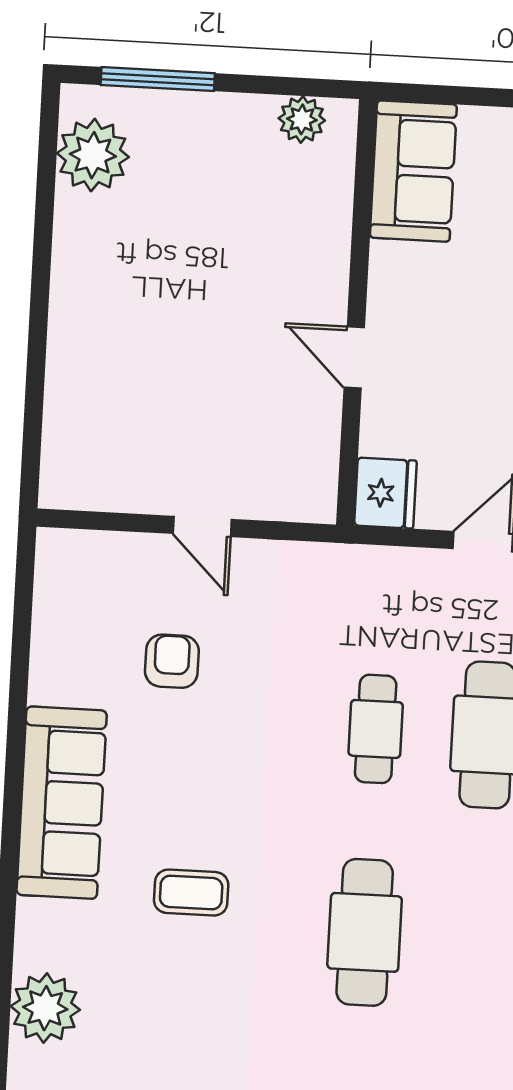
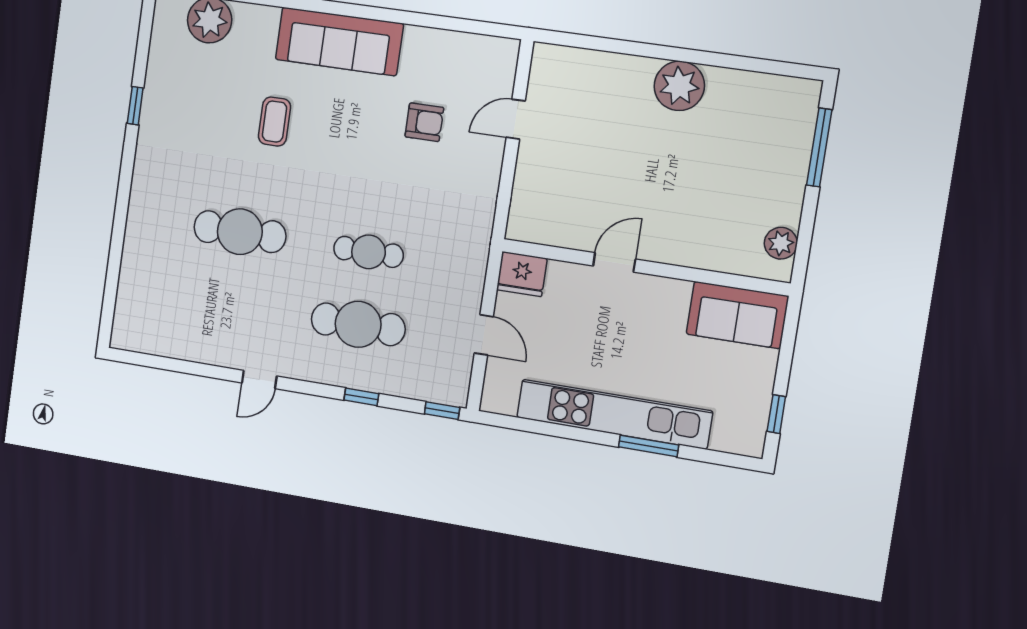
plant: (93, 155) -> (679, 86), moved
door: (202, 526) -> (516, 119), moved

